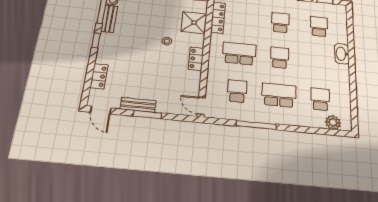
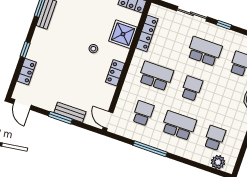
school desk: (280, 22) -> (204, 51), width x1.85
window: (96, 40) -> (25, 50), moved
bench: (138, 105) -> (70, 112), moved

